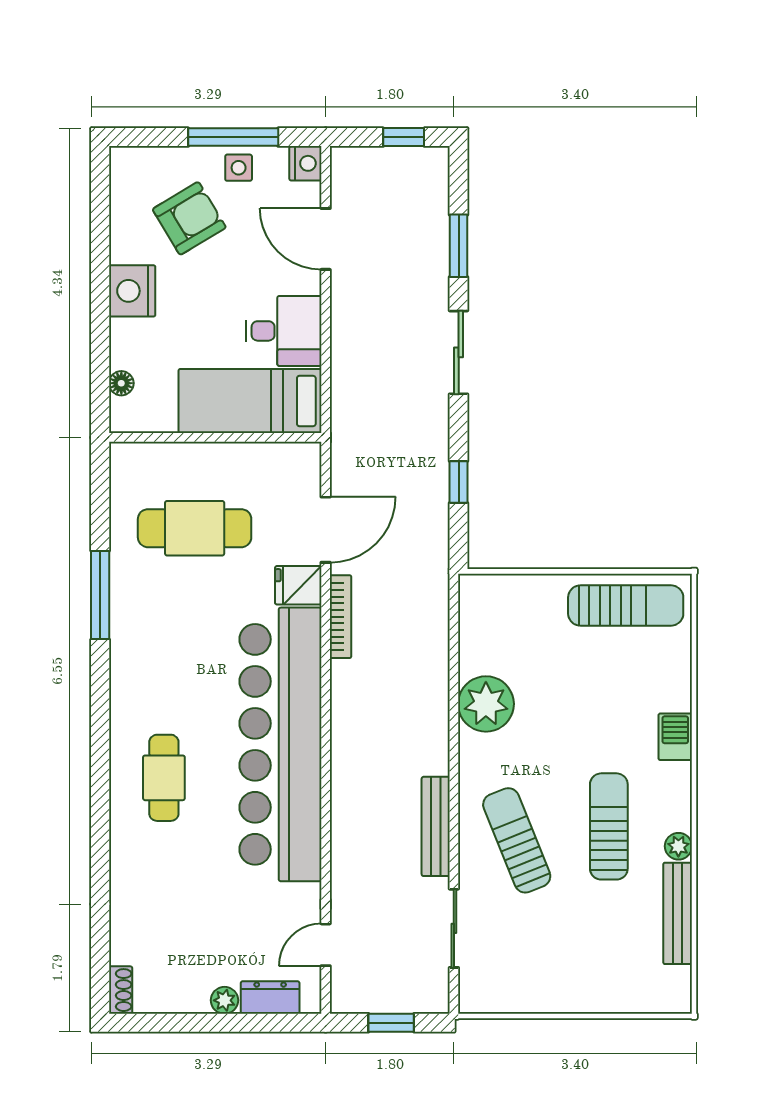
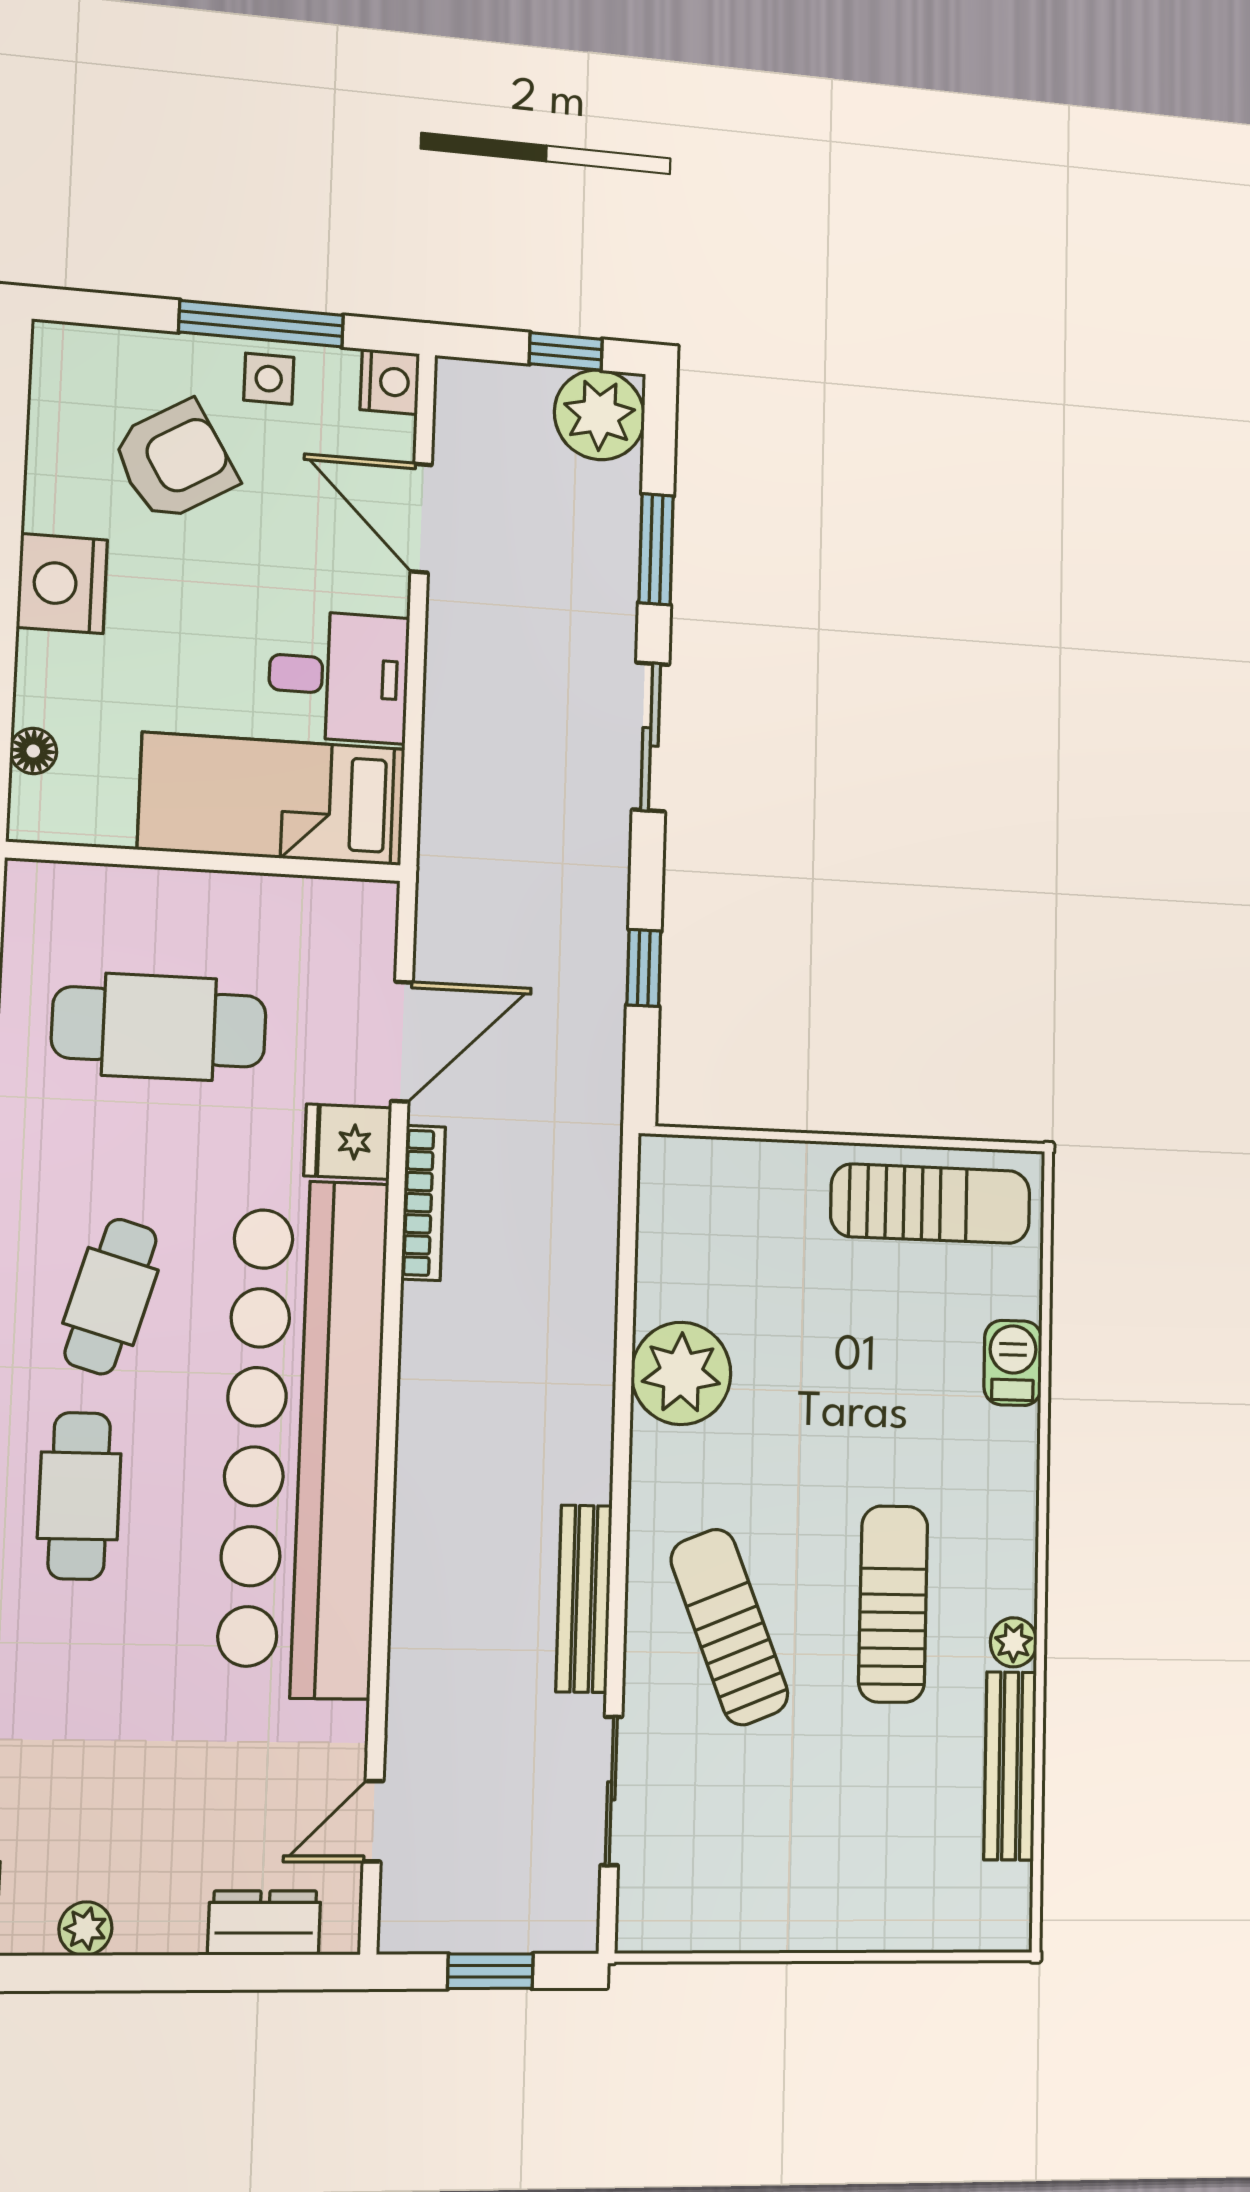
plant: (424, 172) -> (599, 415), added
cafe table: (175, 673) -> (111, 1297), added
barbecue: (675, 737) -> (1013, 1363), moved
plant: (224, 1000) -> (85, 1929), moved

